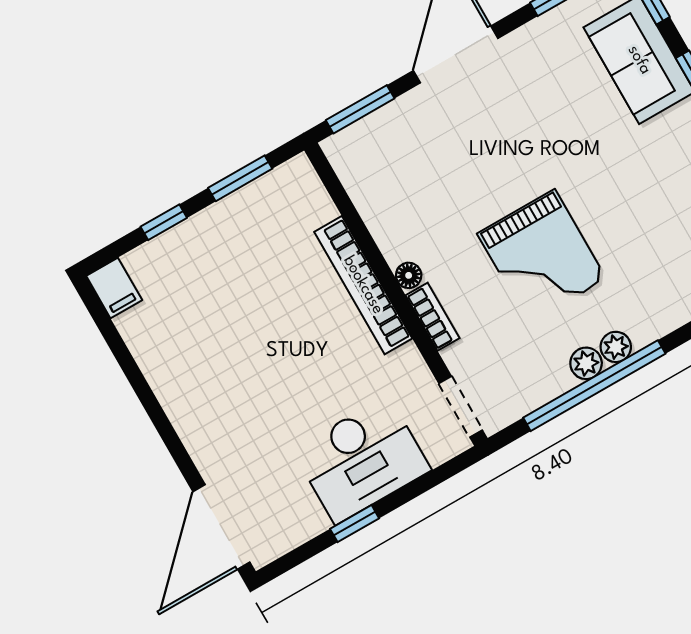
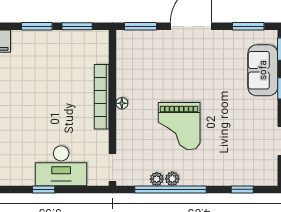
window: (164, 222) -> (37, 26), width x1.50
bookcase: (433, 317) -> (122, 125), removed
plant: (616, 347) -> (157, 179), moved

